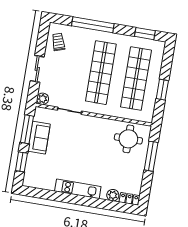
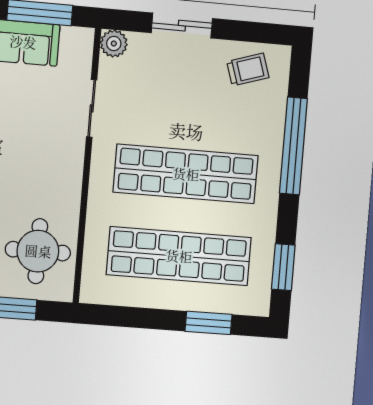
window: (162, 90) -> (209, 323), moved

